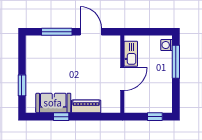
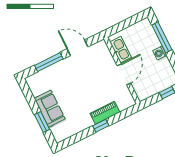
washing machine: (167, 45) -> (160, 53), moved
sofa: (53, 103) -> (50, 109), moved, turned 90
window: (61, 117) -> (101, 126), moved

